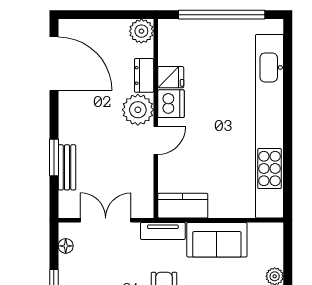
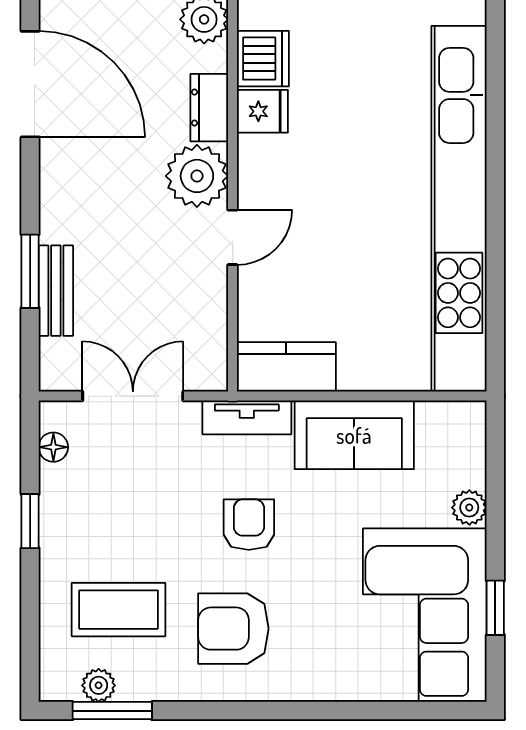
dishwasher: (171, 104) -> (263, 59), moved

